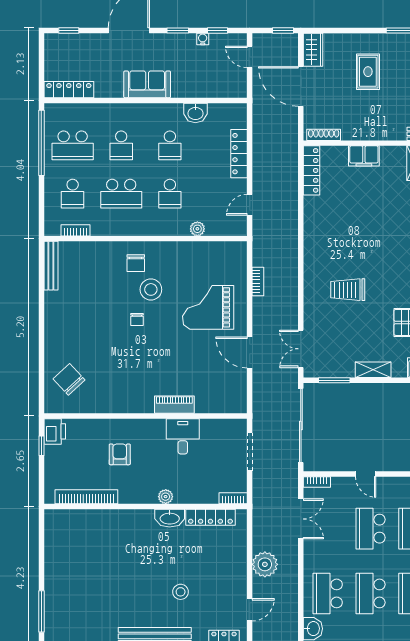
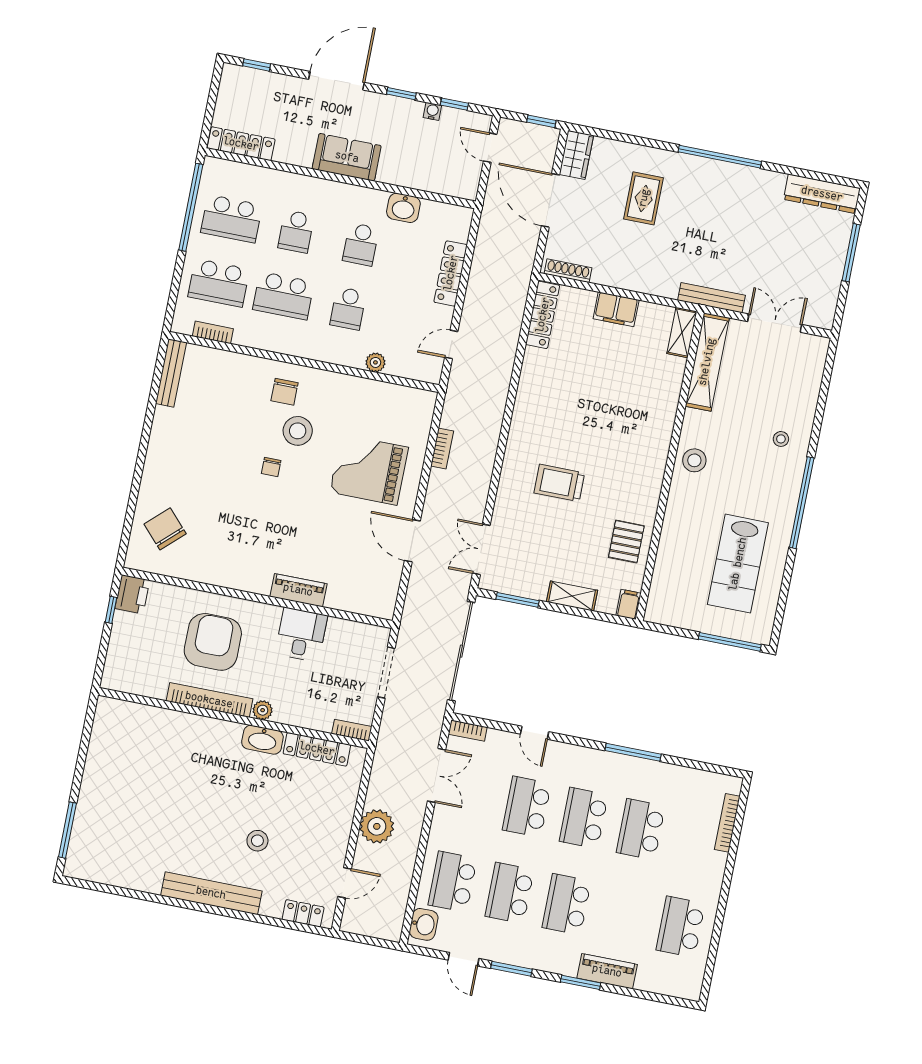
school desk: (73, 194) -> (219, 283), width x1.85
armchair: (120, 454) -> (213, 642), width x1.88, depth x1.88
bookcase: (86, 497) -> (209, 700), moved

